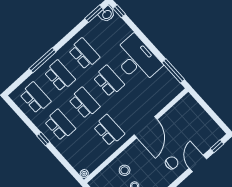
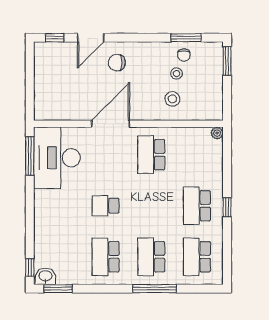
desk: (137, 60) -> (57, 158), moved
school desk: (109, 81) -> (106, 206), width x0.54
school desk: (84, 103) -> (151, 206), removed

